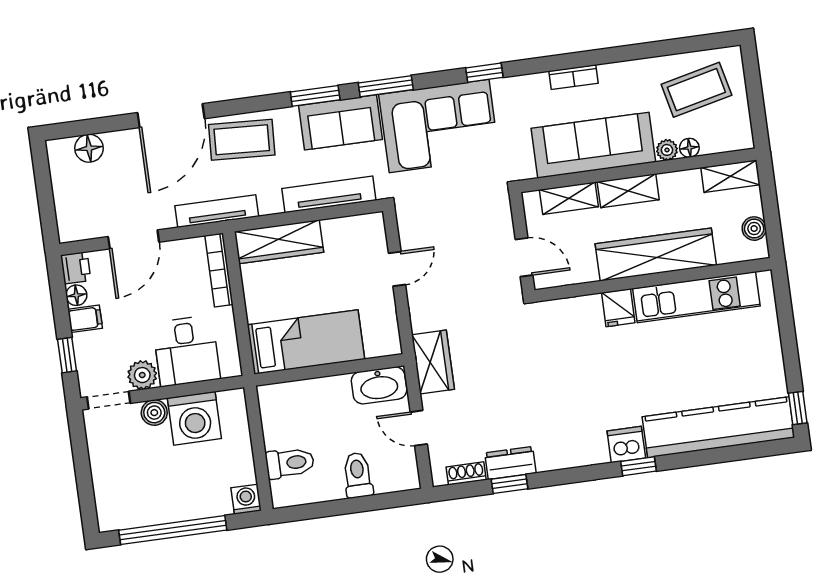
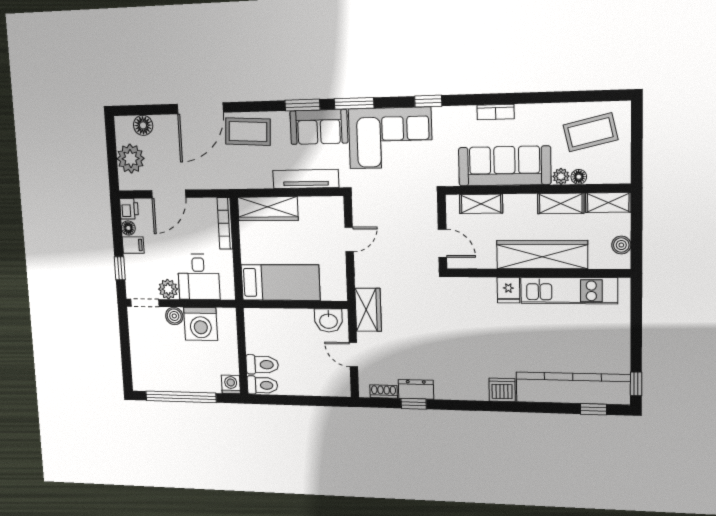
shelving: (628, 191) -> (561, 203), moved
plant: (73, 197) -> (131, 159), added
tv unit: (217, 211) -> (227, 181), removed
washbasin: (379, 385) -> (328, 320), width x0.72
window: (638, 466) -> (594, 409), moved
toilet: (358, 475) -> (262, 385), moved, turned 90

